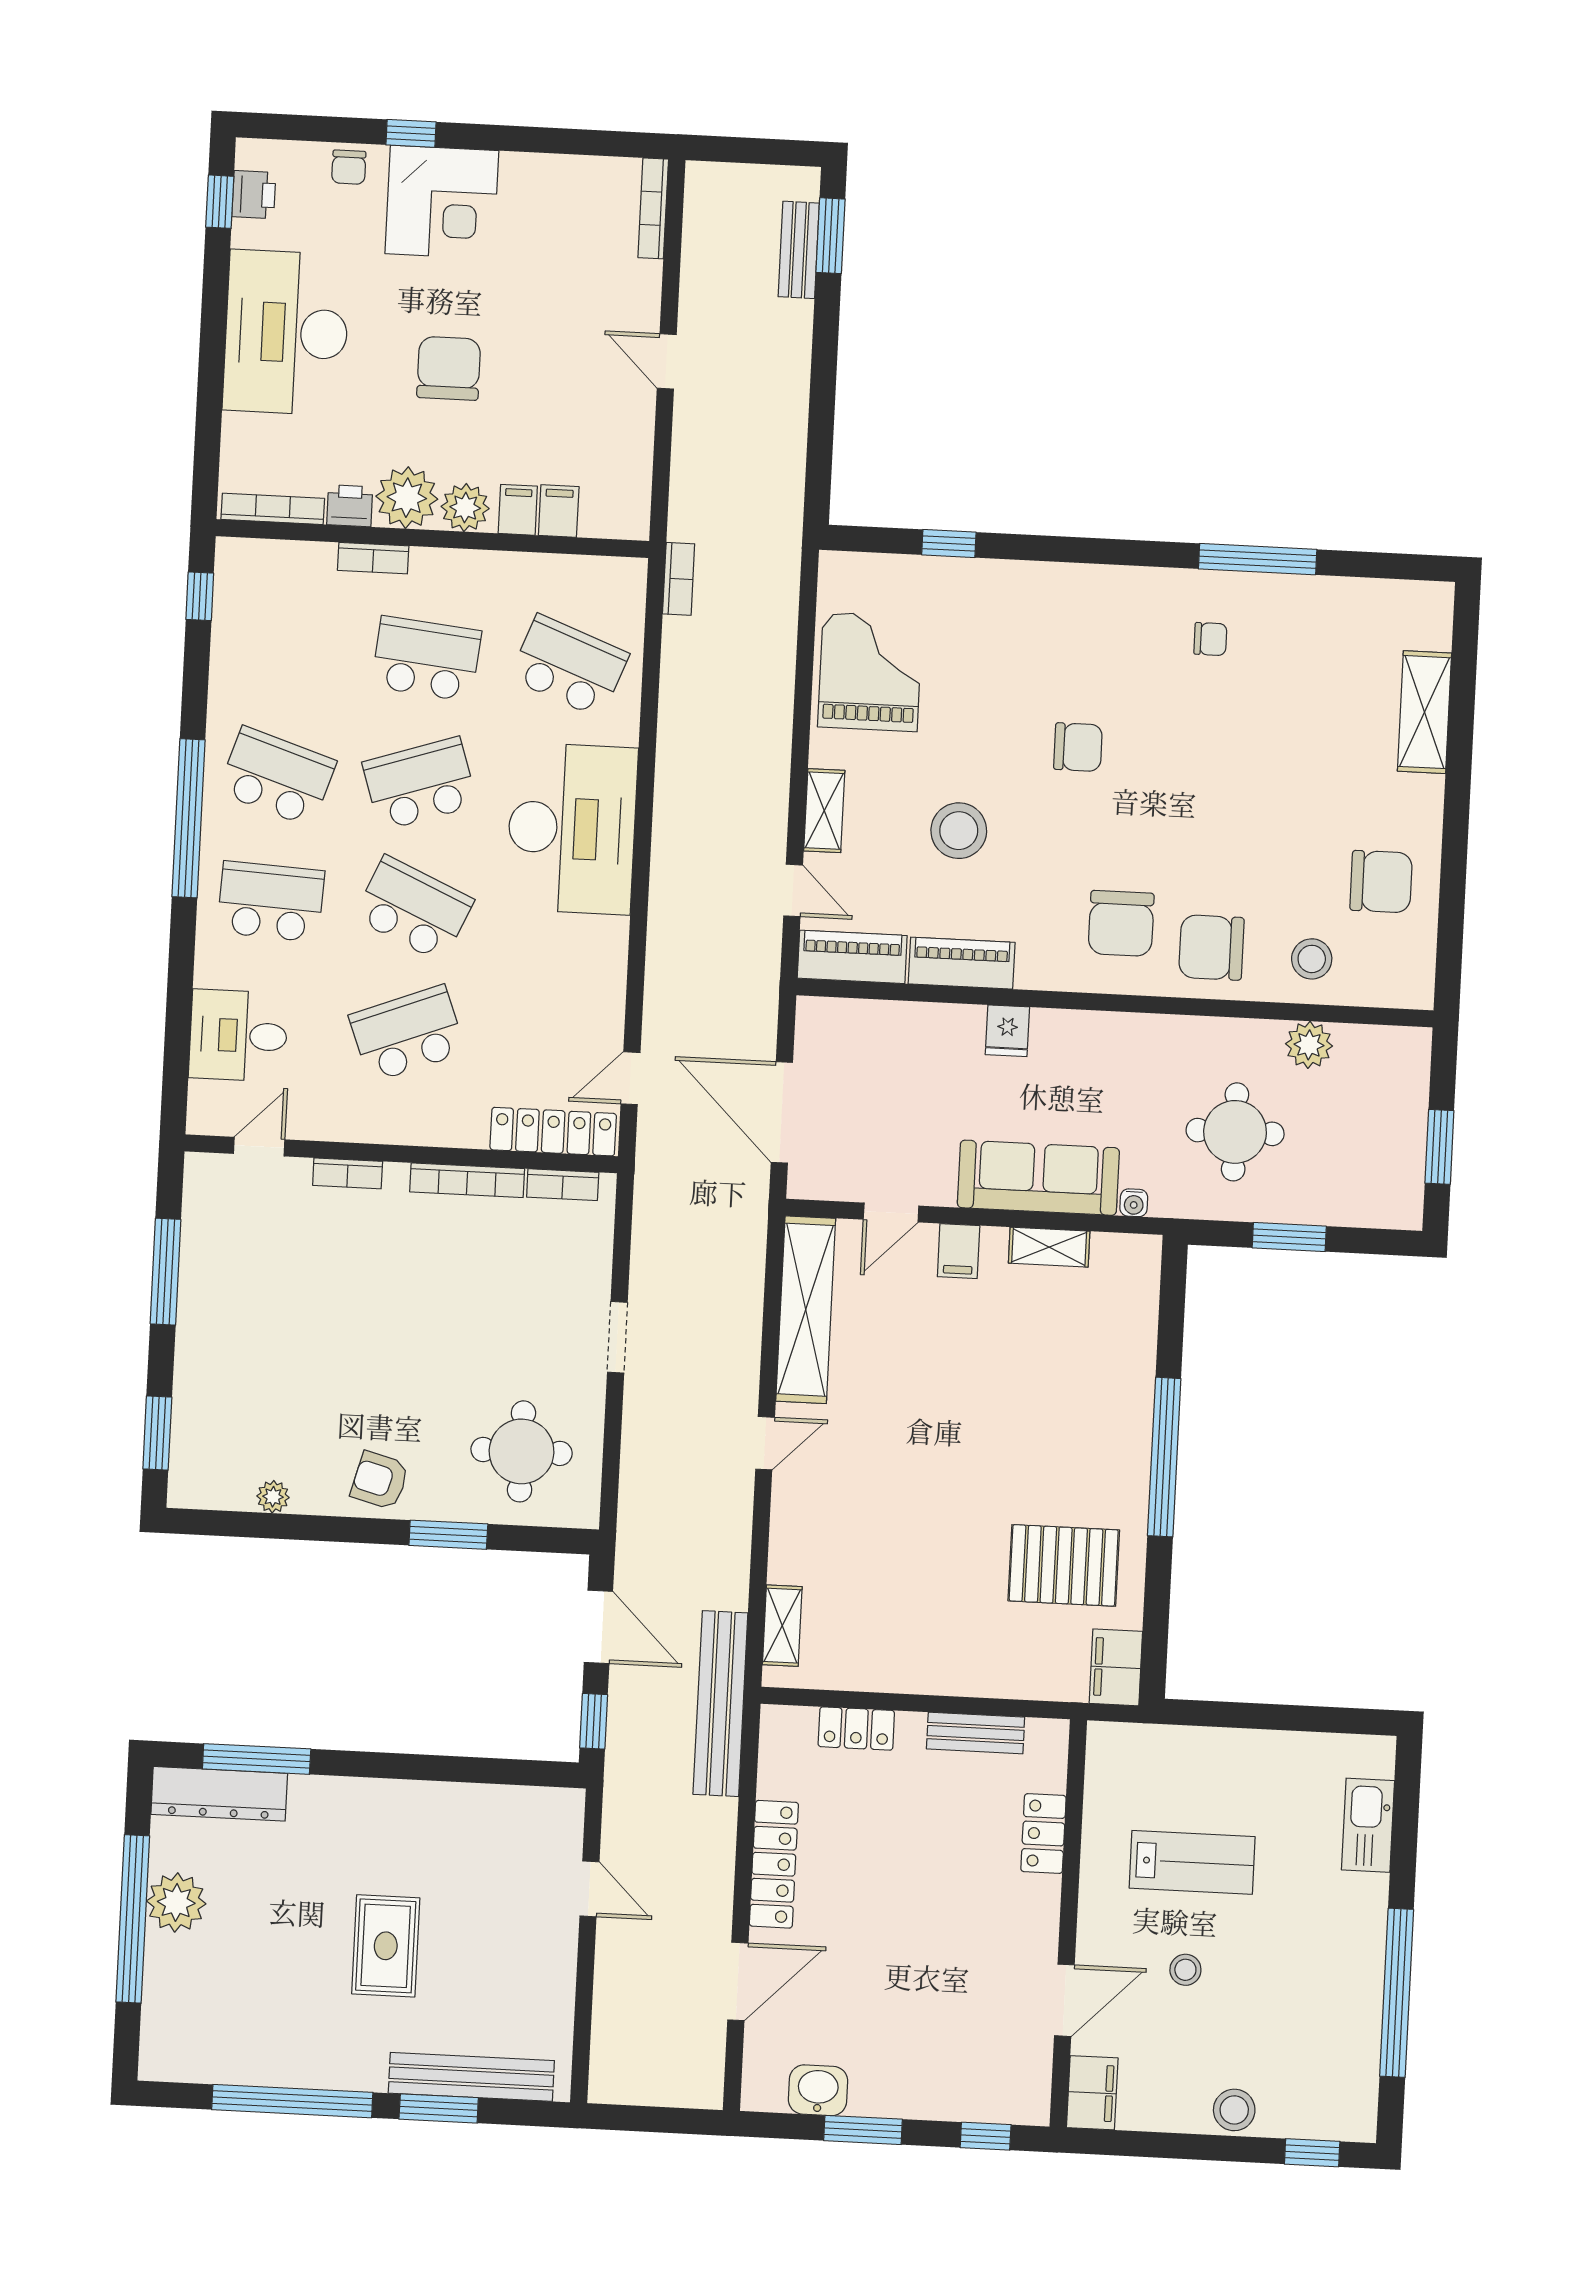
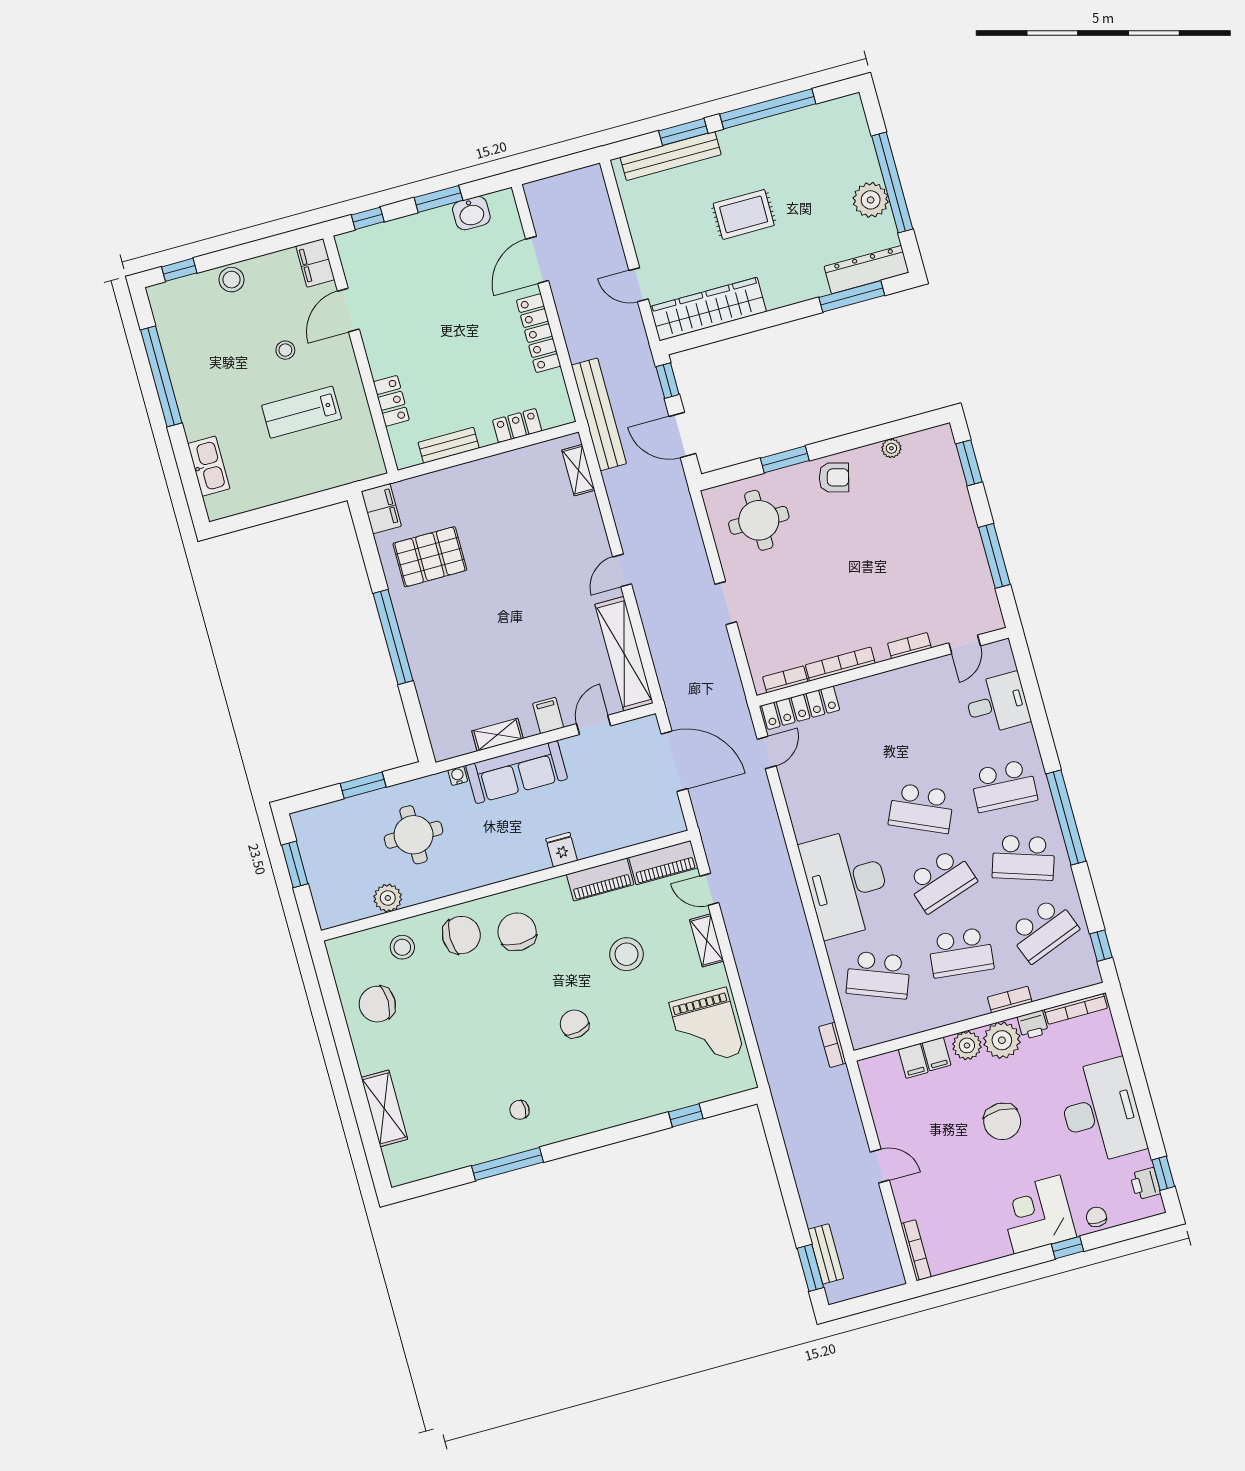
chair: (1078, 747) -> (574, 1024), turned 78
school desk: (407, 1034) -> (1043, 930), moved
wardrobe: (492, 1814) -> (708, 309), added
rug: (386, 1946) -> (744, 214), turned 90

